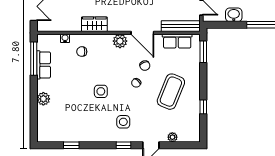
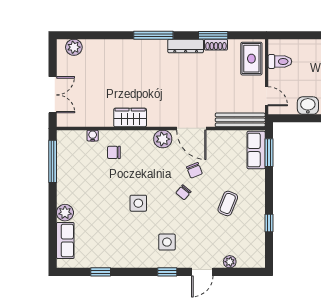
row of seats: (177, 41) -> (256, 150), moved, turned 90
row of seats: (44, 65) -> (65, 240), moved
coffee table: (171, 92) -> (228, 203), width x0.54, depth x0.58

